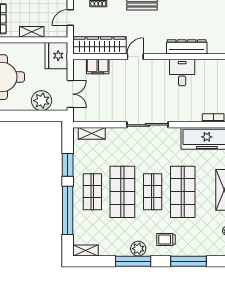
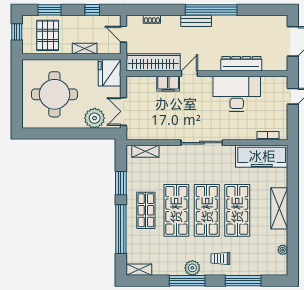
door: (70, 18) -> (124, 34), hinge flipped
filing cabinet: (98, 67) -> (168, 84), moved
desk: (182, 73) -> (237, 94), width x1.87, depth x1.30
double door: (70, 94) -> (124, 111), swing flipped
shop shelf: (153, 192) -> (207, 210), width x1.43, depth x1.36

